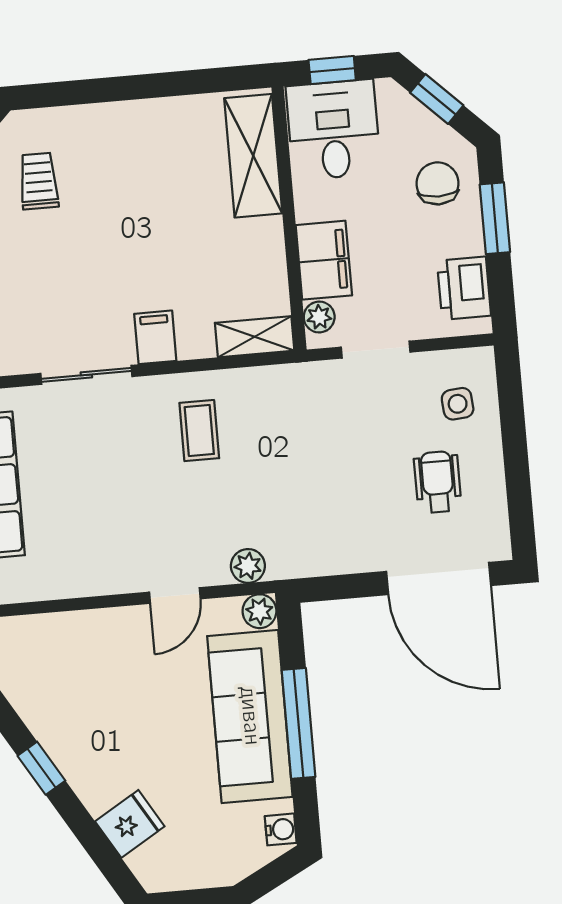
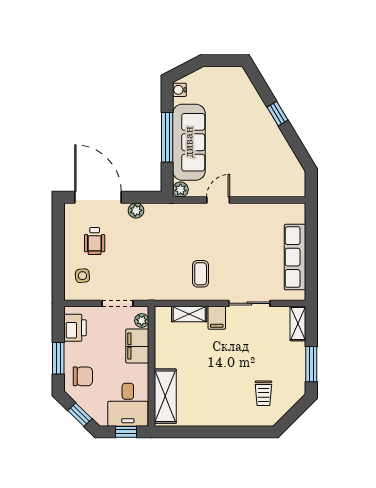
chair: (438, 183) -> (83, 376), turned -90
shelving: (255, 337) -> (189, 314), moved
plant: (248, 566) -> (136, 210), moved
window: (41, 768) -> (277, 114), moved
fridge: (130, 824) -> (248, 98), removed

